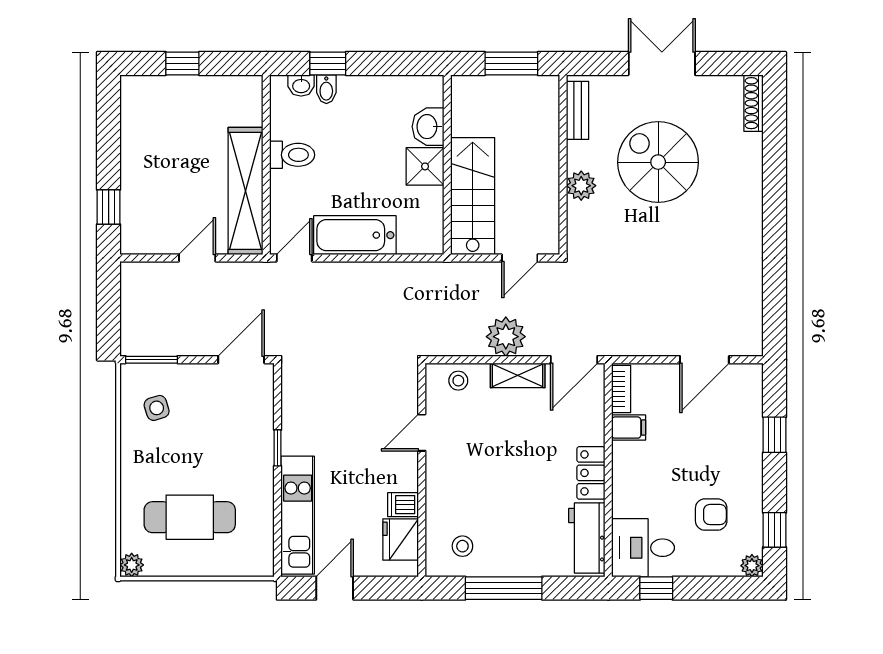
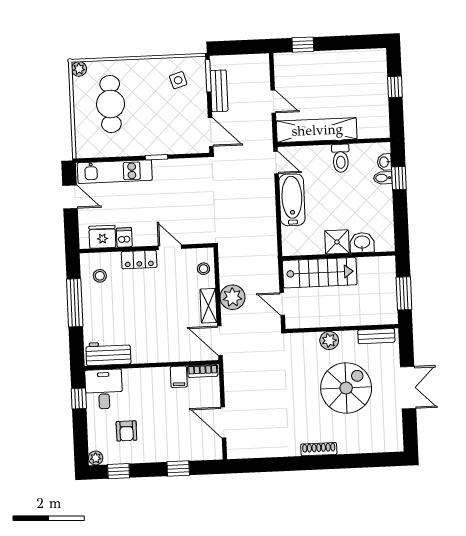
shoe rack: (754, 103) -> (319, 449), moved
bench: (176, 344) -> (219, 91), added
locker: (591, 473) -> (139, 259), moved, turned 180

